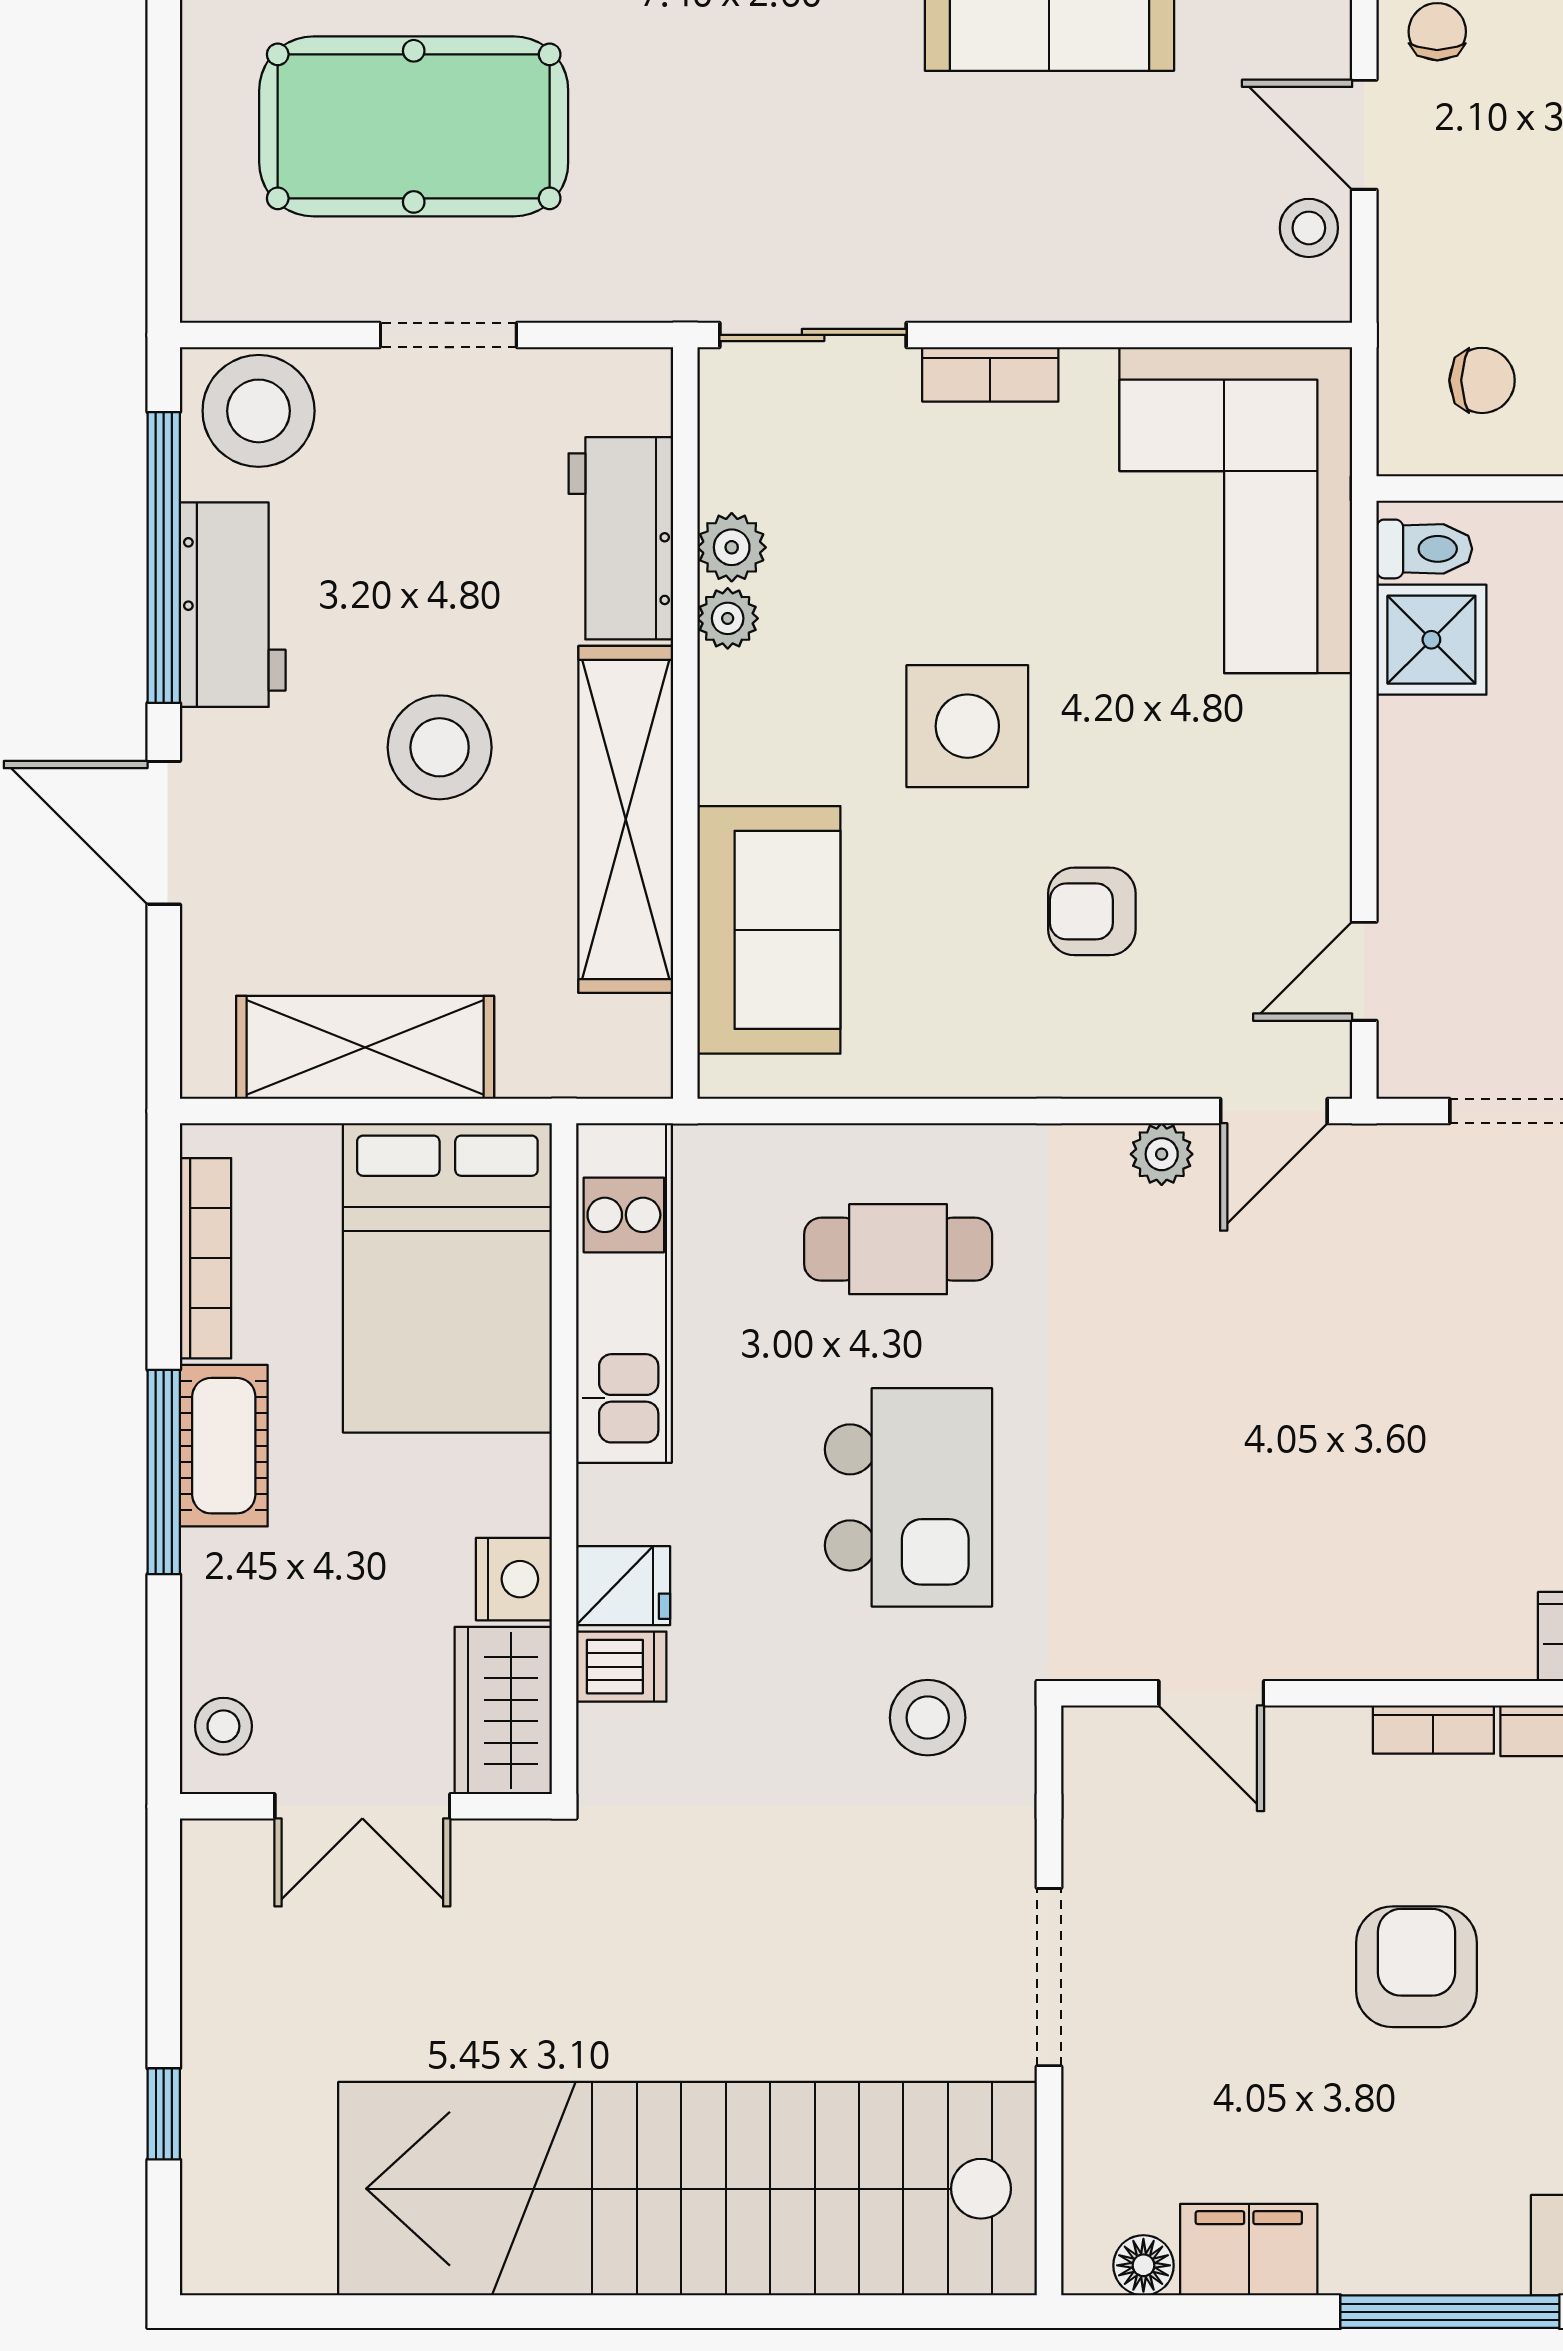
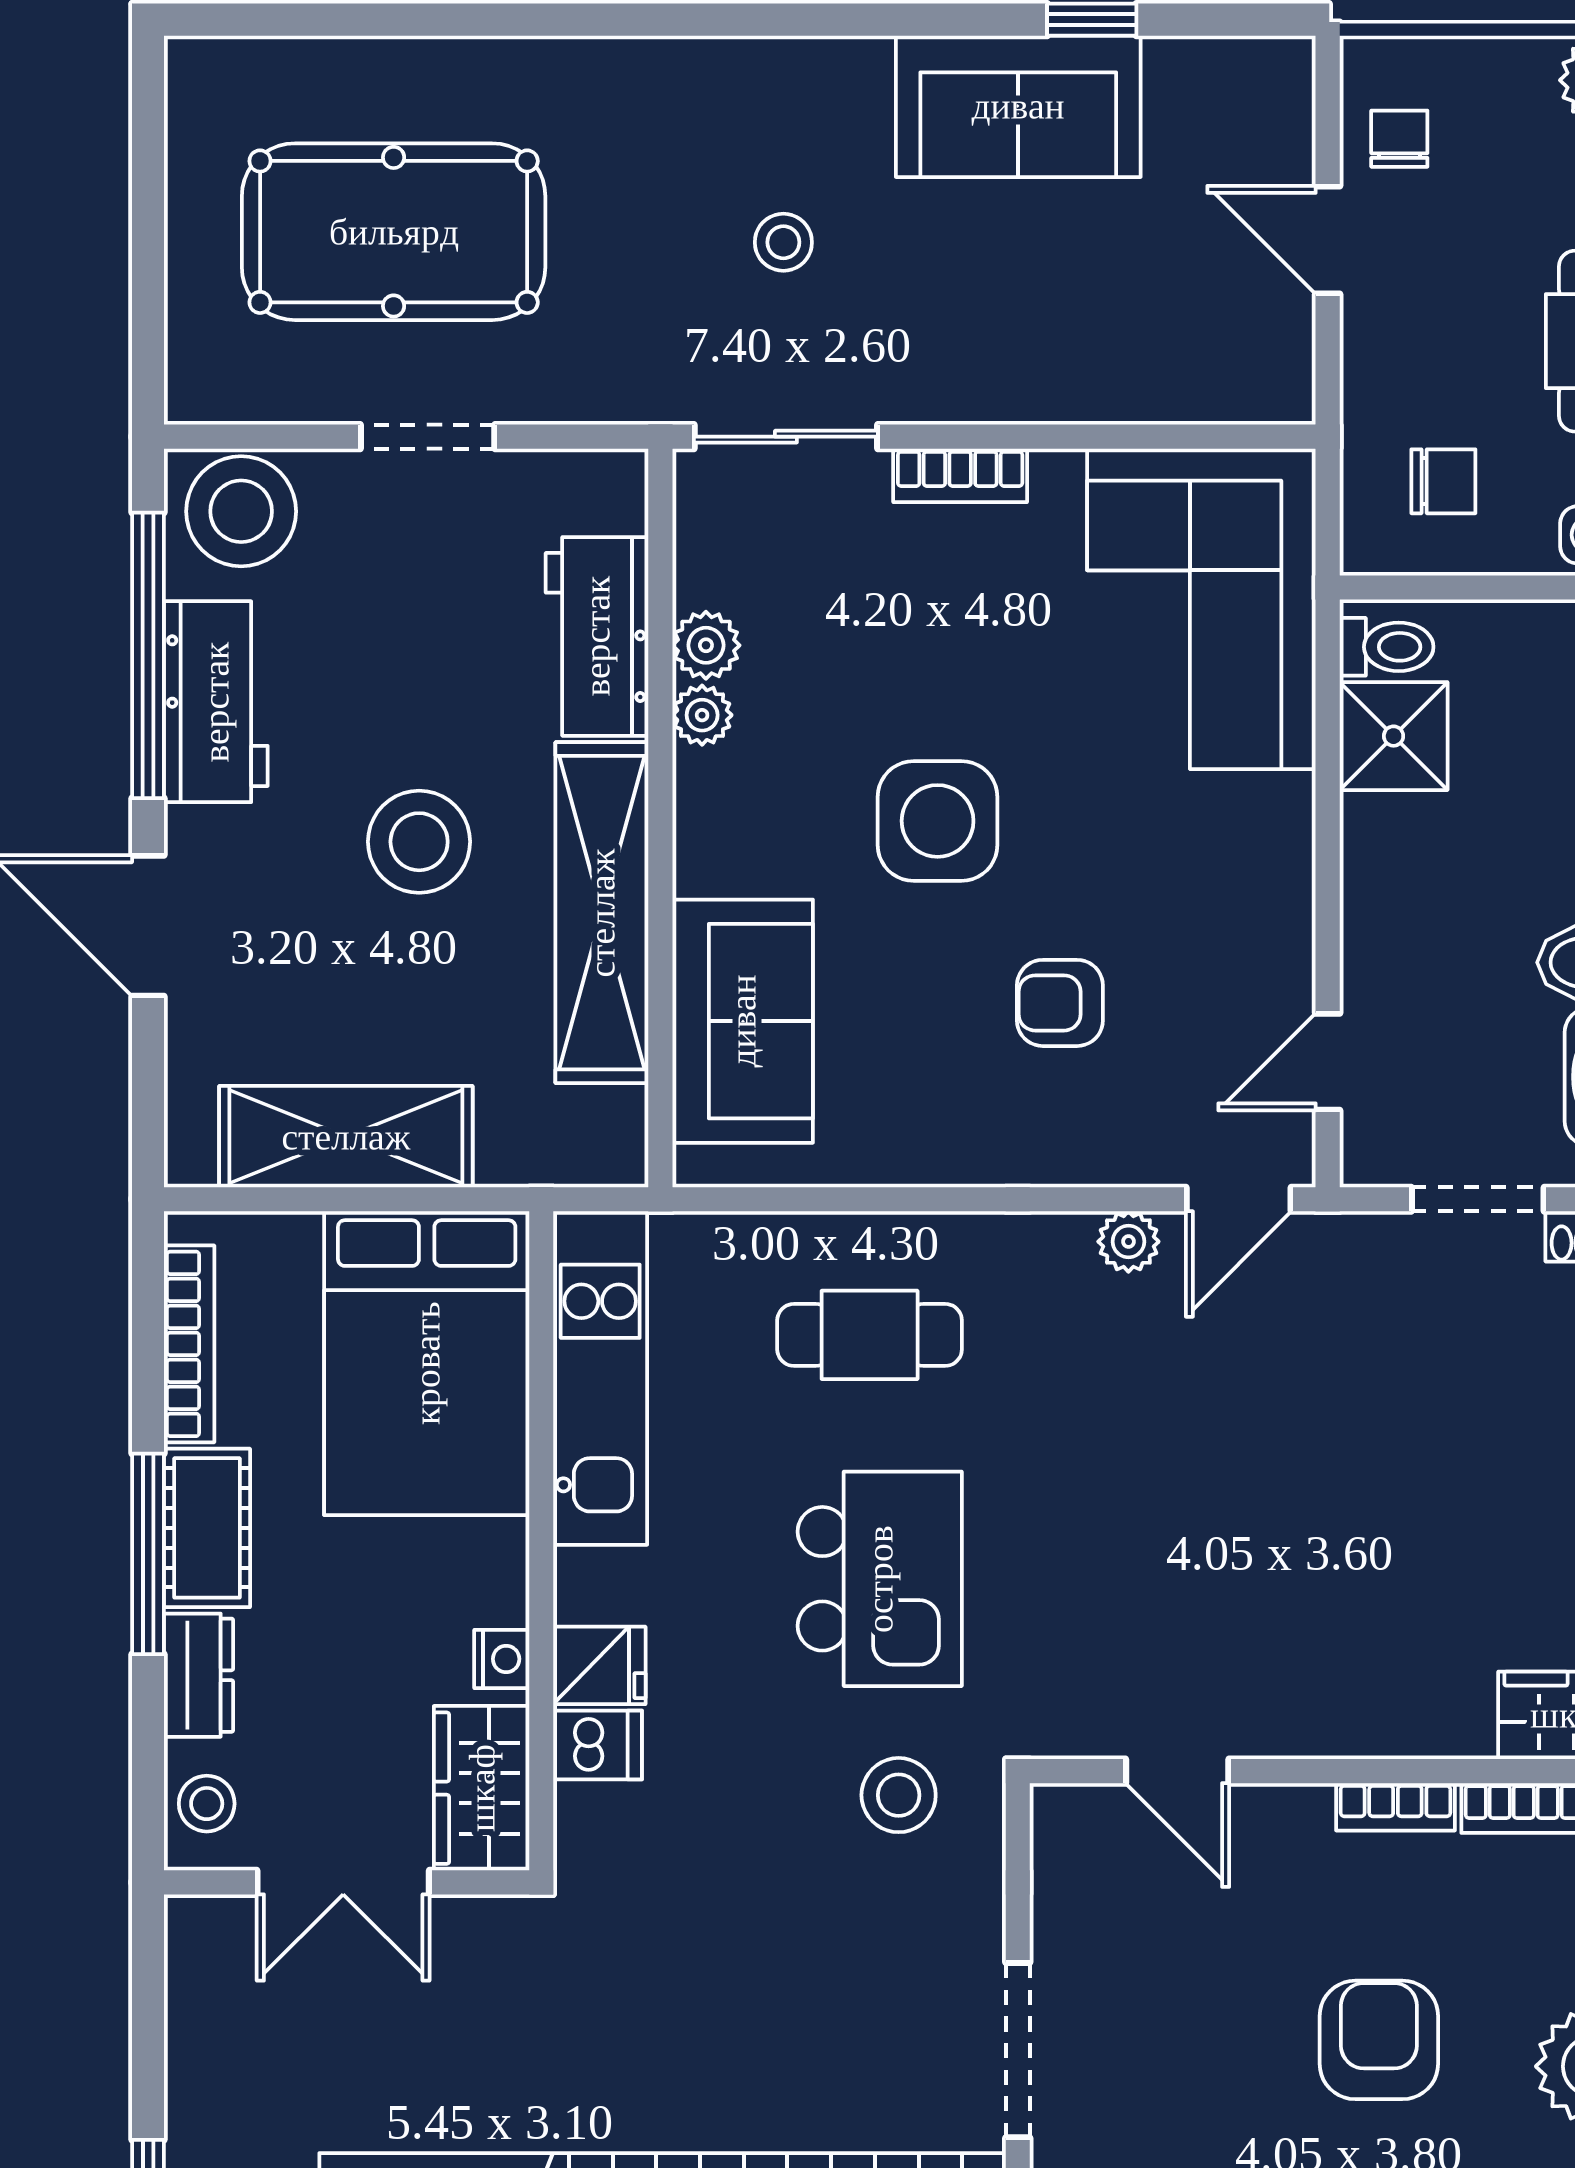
stool: (1309, 228) -> (783, 242), moved
nightstand: (514, 1579) -> (502, 1659), width x0.72, depth x0.74
dresser: (215, 1596) -> (199, 1675), added

